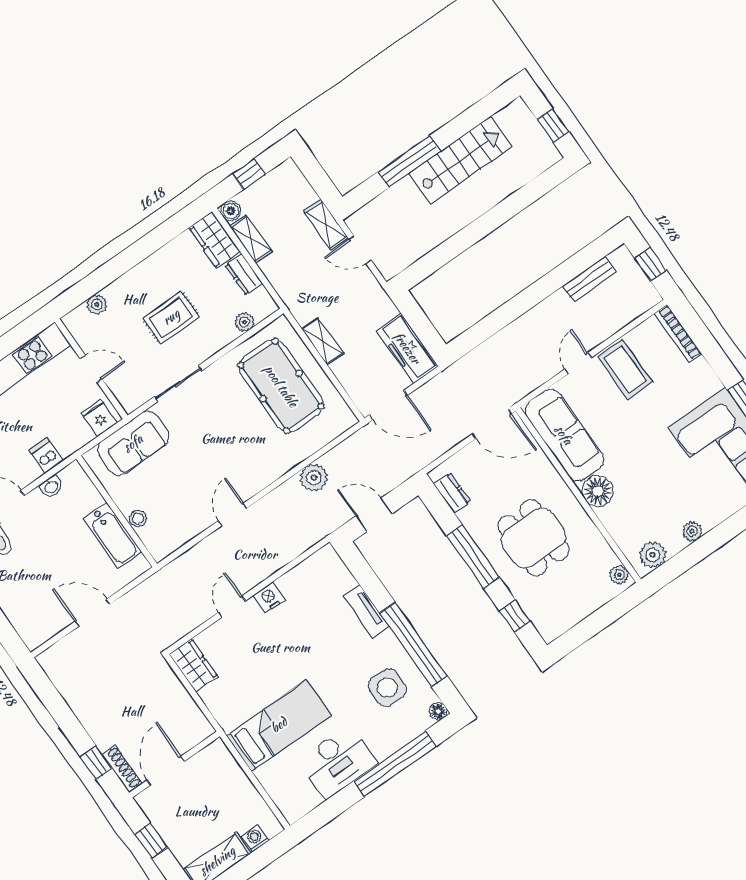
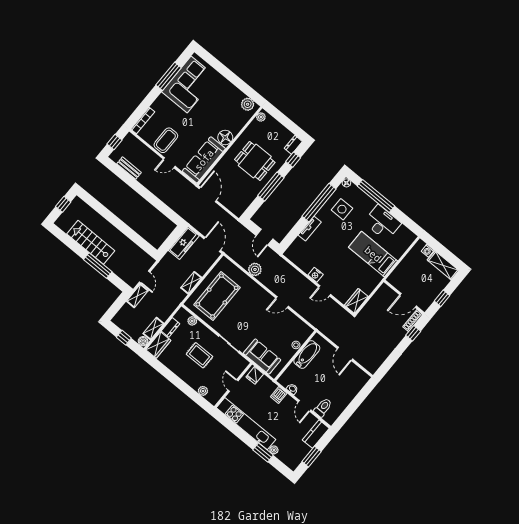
dresser: (452, 493) -> (293, 145), moved
plant: (692, 531) -> (232, 89), removed
dining table: (534, 538) -> (255, 161), turned 90

